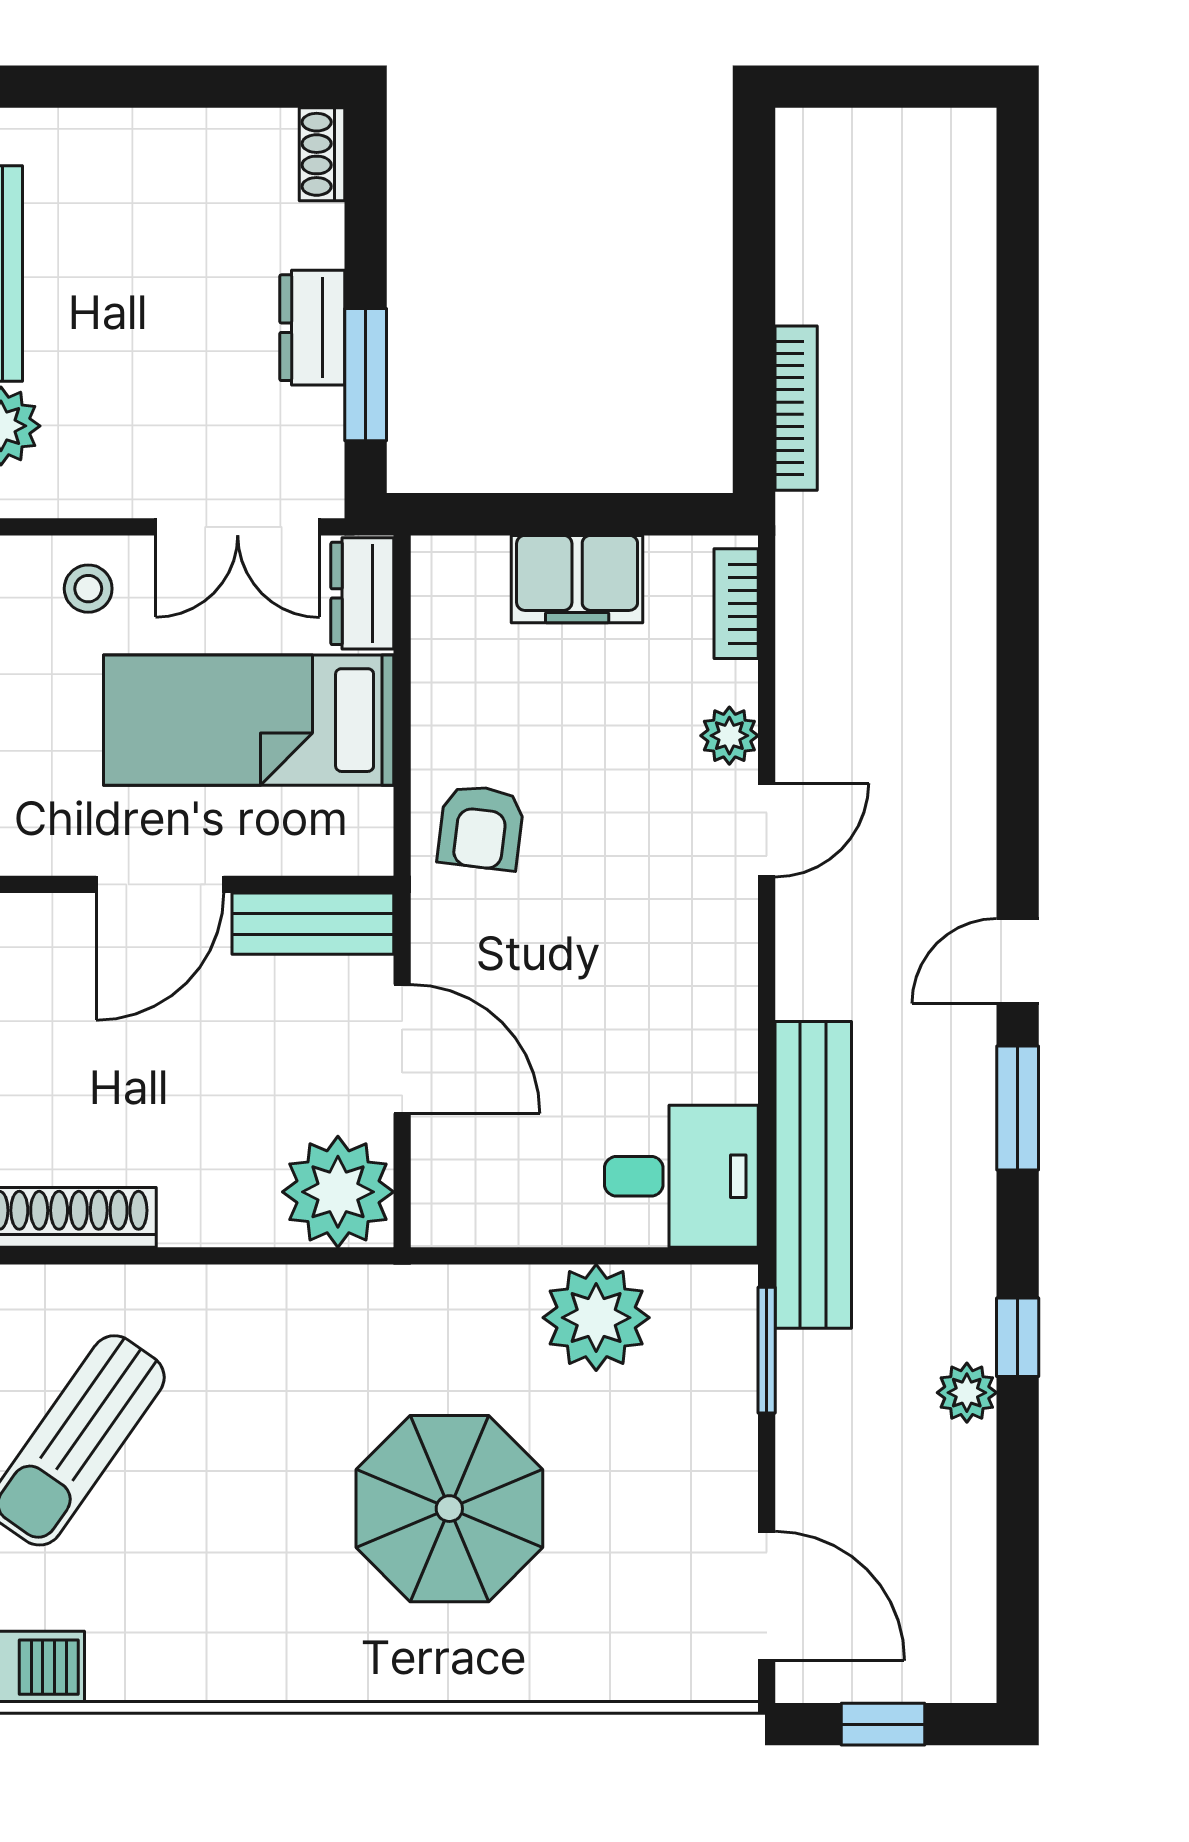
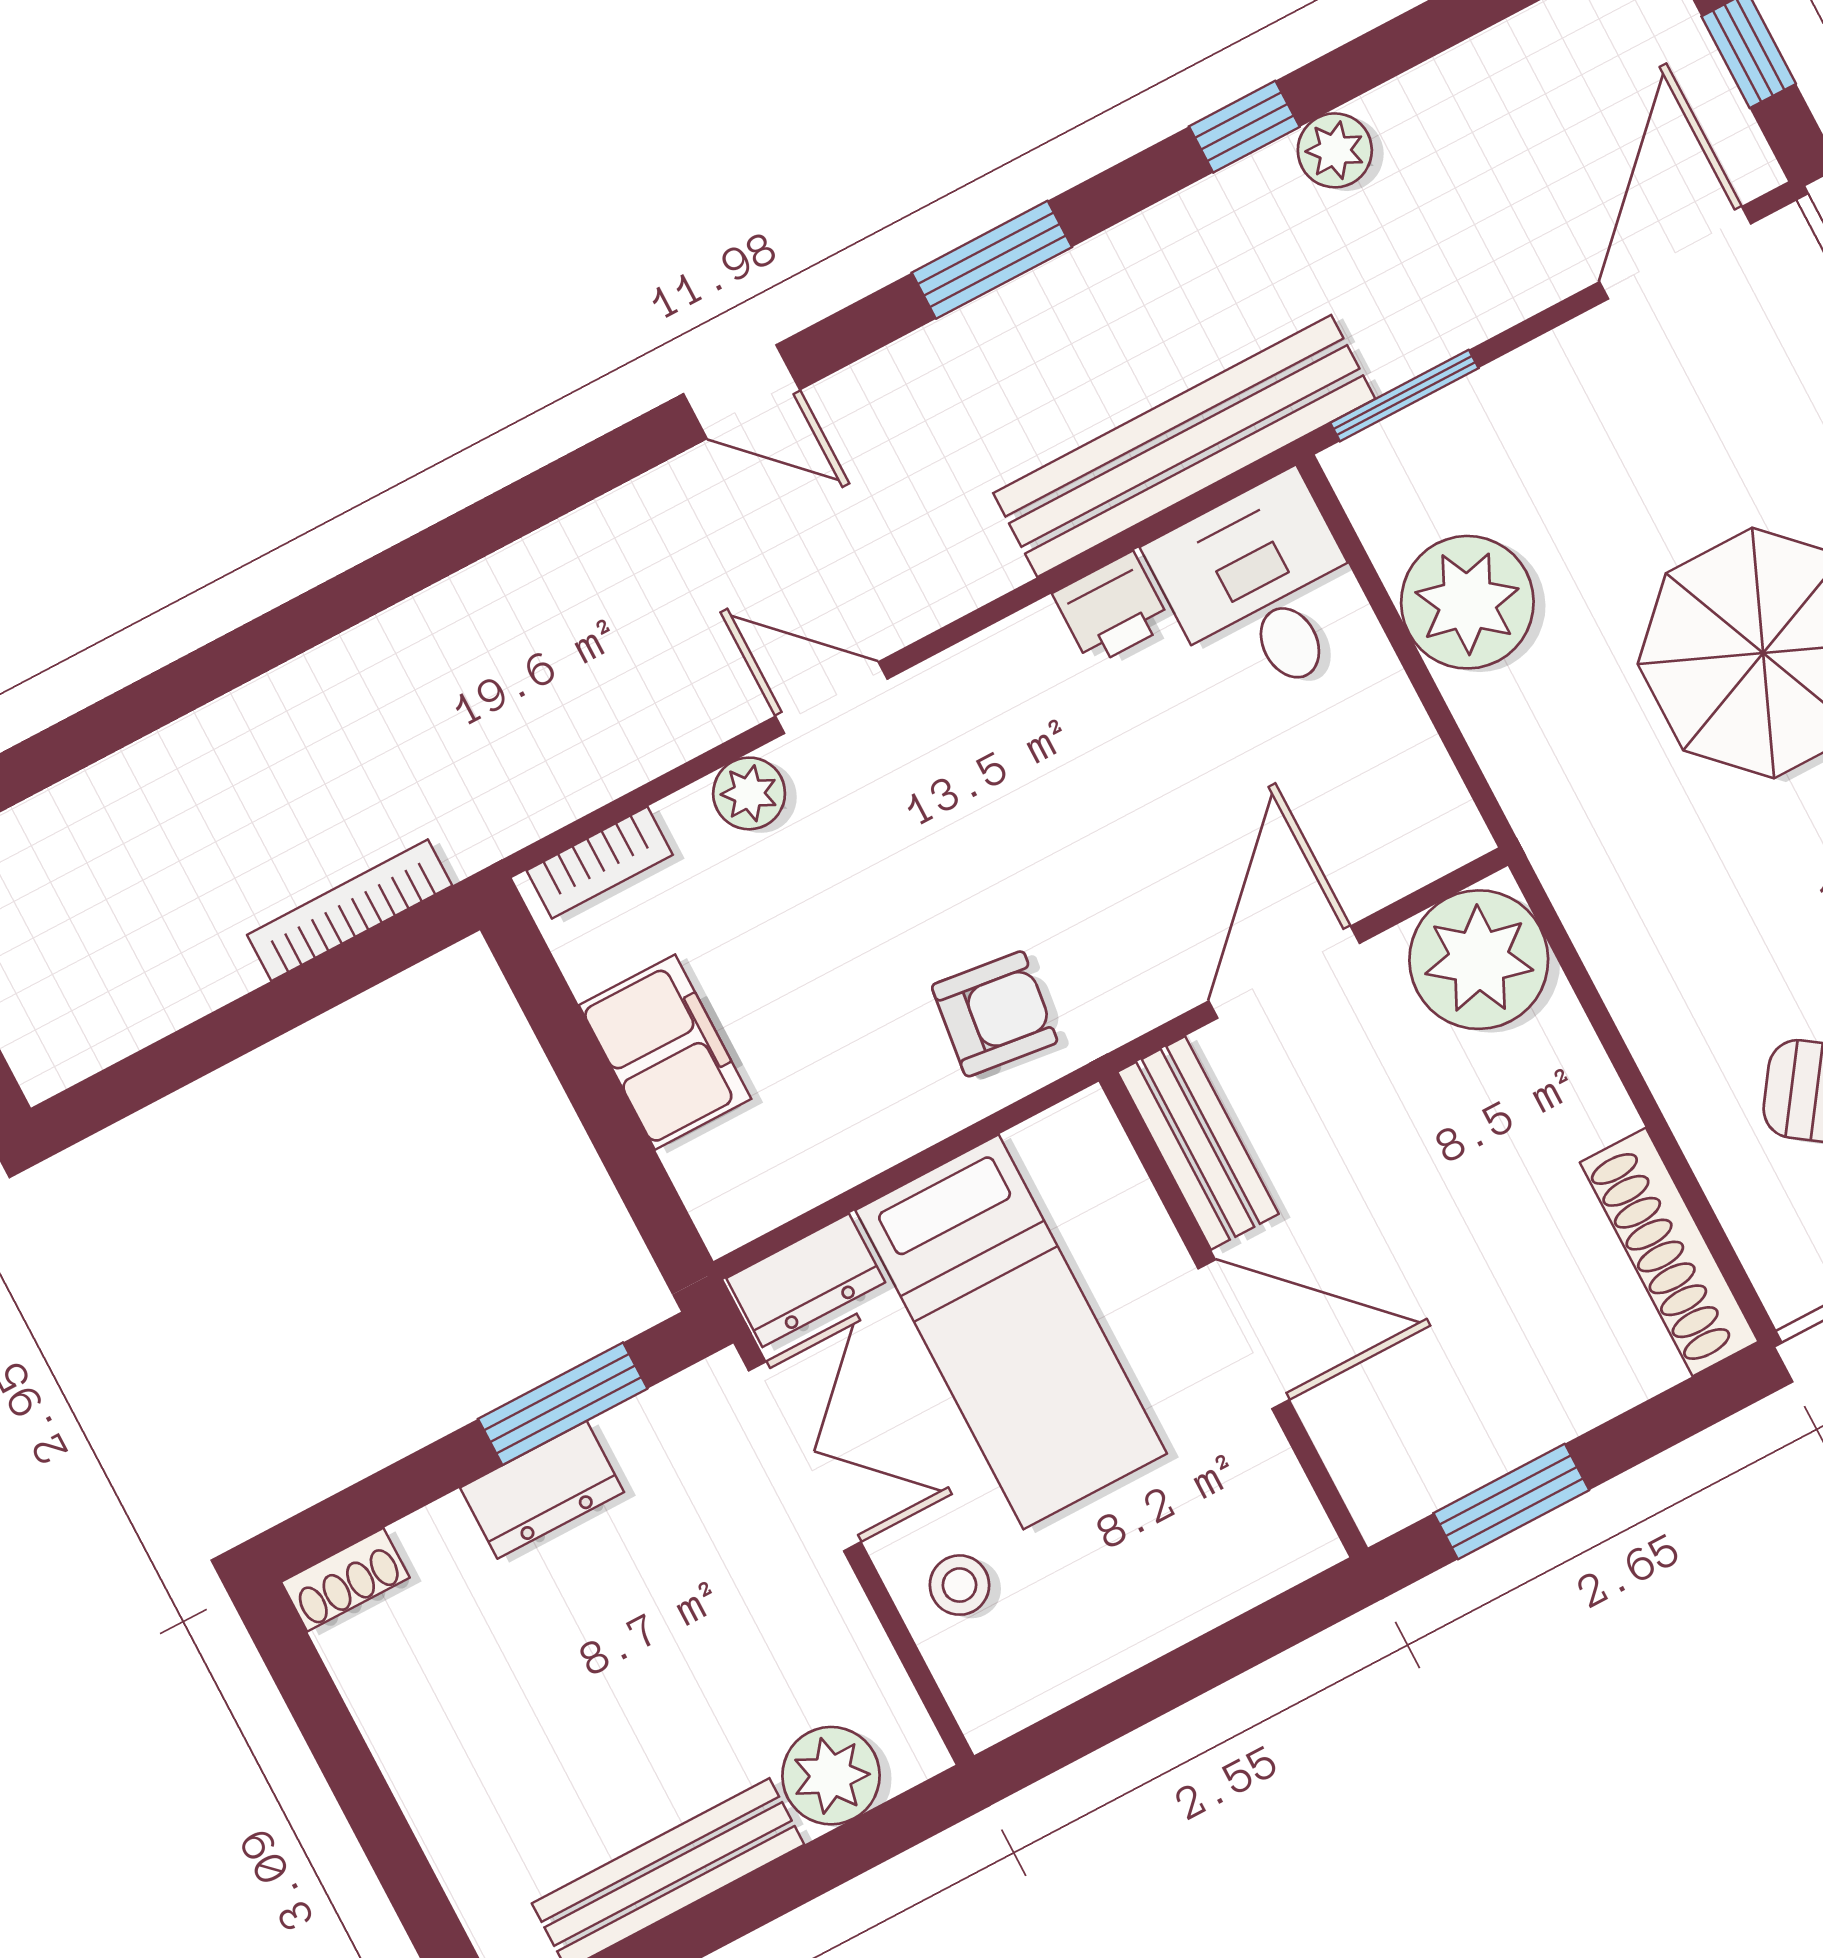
door: (1018, 961) -> (742, 392), moved
printer: (725, 1062) -> (1112, 609), added

